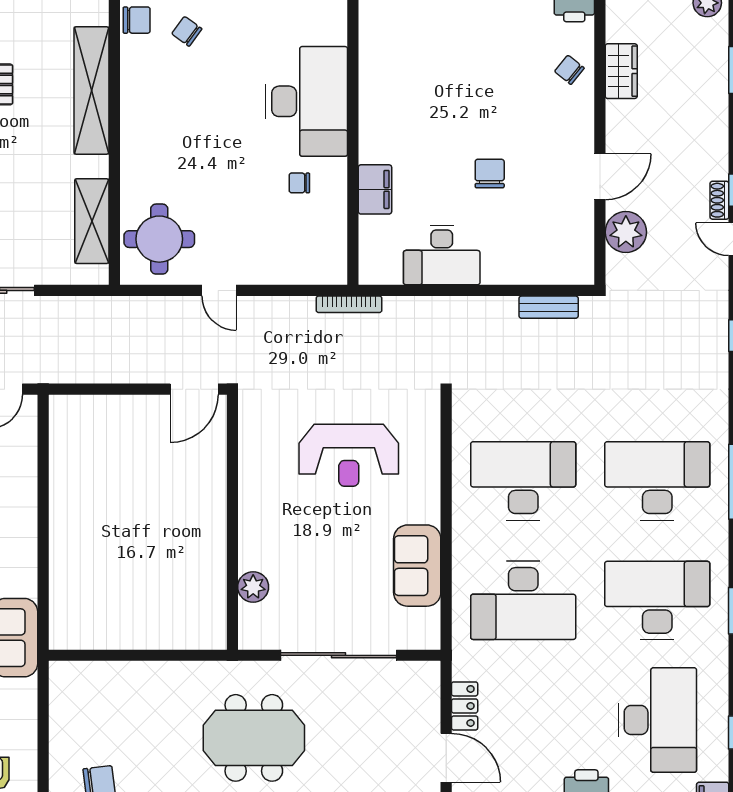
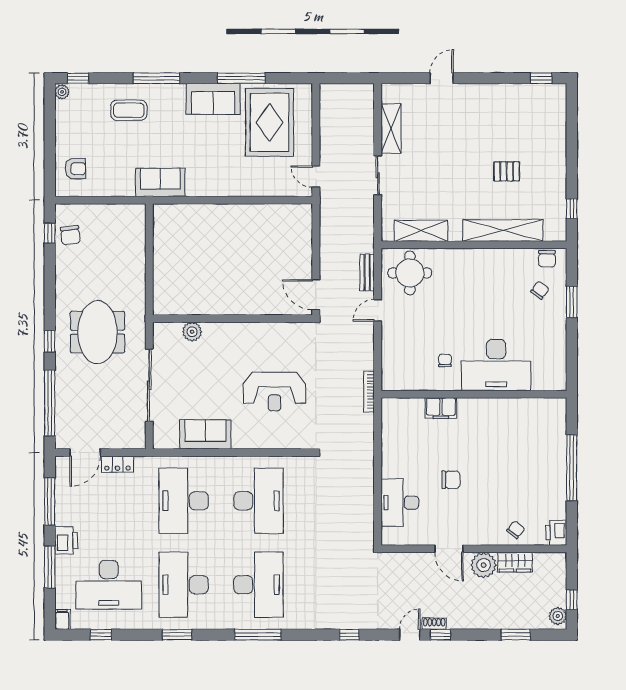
plant: (626, 232) -> (484, 565), moved
desk: (442, 255) -> (400, 503), moved
bench: (549, 307) -> (367, 273), moved
reception desk: (349, 455) -> (274, 392), turned -90
desk: (657, 600) -> (184, 585), turned 180

